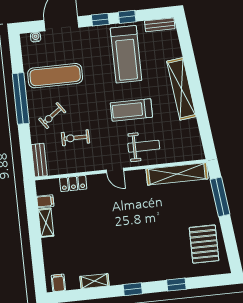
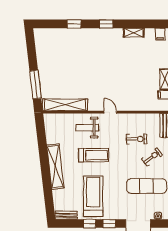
locker: (73, 184) -> (142, 106), removed
pallet: (204, 244) -> (51, 51), removed

